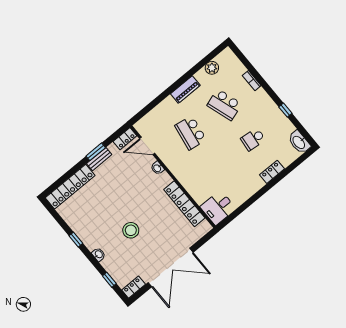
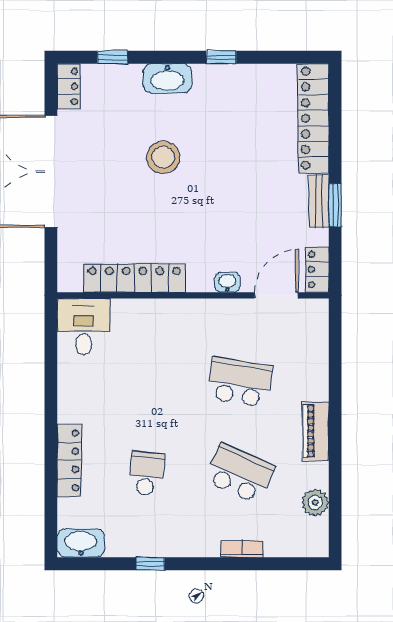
school desk: (224, 105) -> (240, 473), turned 42
locker: (272, 172) -> (69, 460), width x1.53
washbasin: (99, 254) -> (167, 78), width x1.91, depth x1.45

